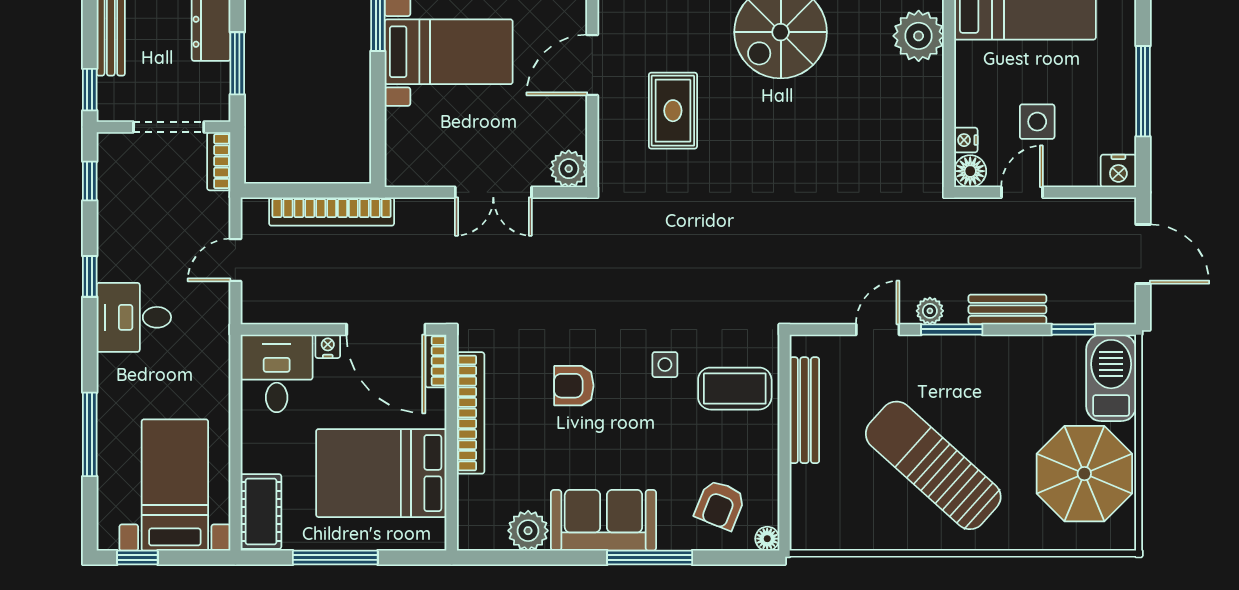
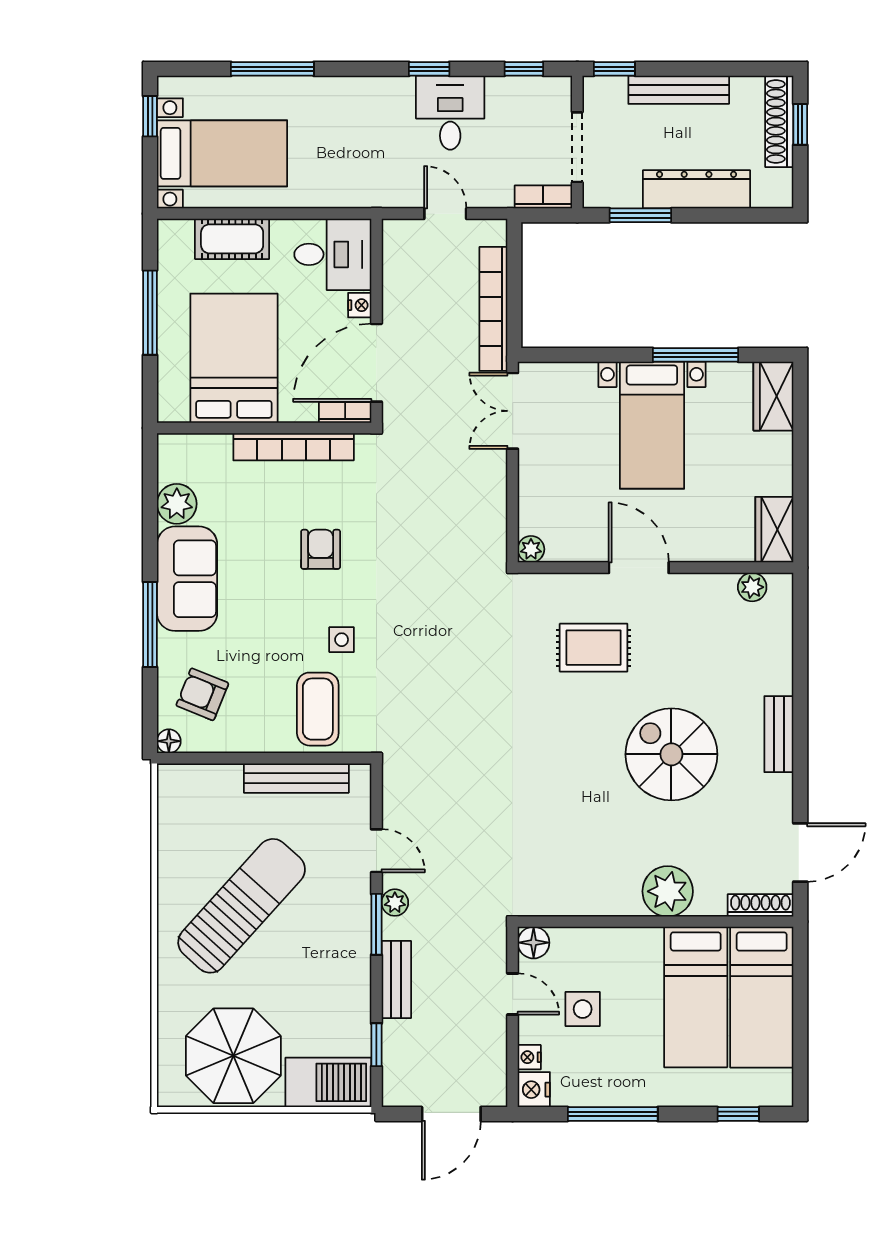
nightstand: (966, 140) -> (529, 1057), moved, turned -90
plant: (569, 169) -> (531, 549), width x0.73, depth x0.73
double door: (493, 192) -> (513, 411), moved
desk: (134, 317) -> (450, 113), moved
cot: (261, 512) -> (232, 239), moved

